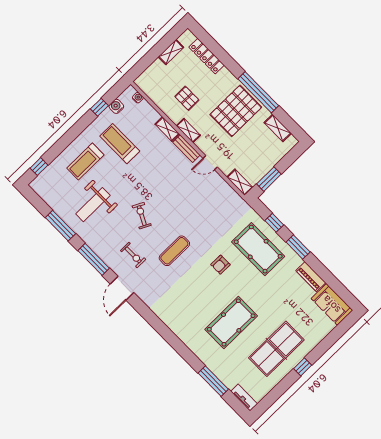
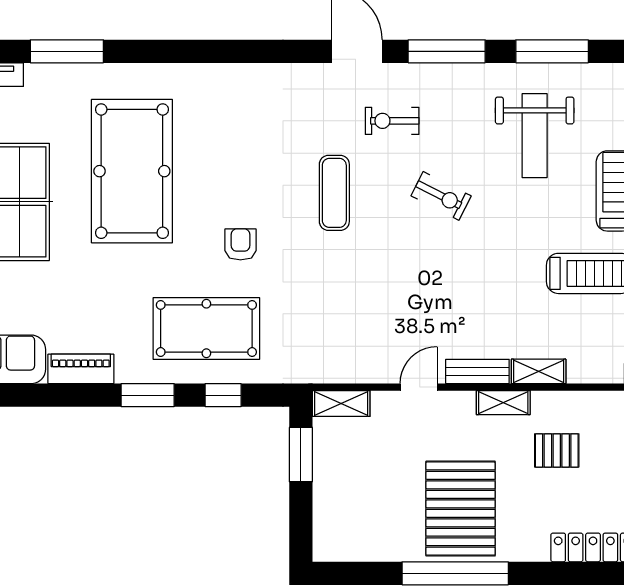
shelving: (278, 128) -> (368, 548), removed
weight bench: (93, 205) -> (535, 136), turned 180
pool table: (231, 323) -> (132, 171), width x1.36, depth x1.32

